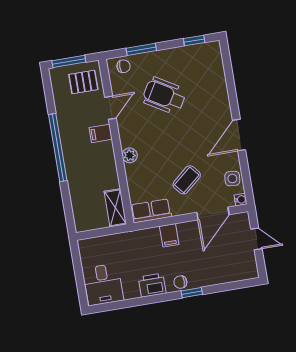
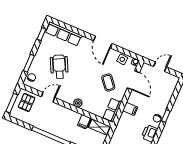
row of seats: (215, 72) -> (64, 34), added
wheelchair: (164, 96) -> (59, 67), turned 122
door: (110, 108) -> (48, 97), hinge flipped
filing cabinet: (101, 133) -> (84, 122), moved

